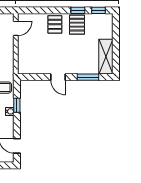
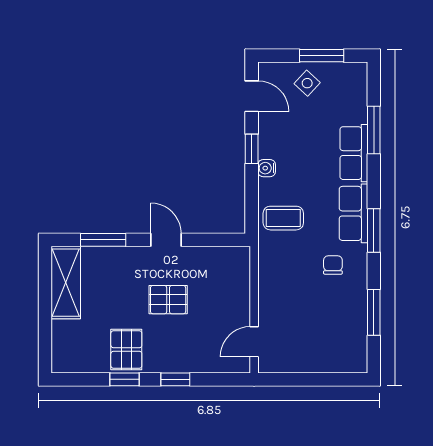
window: (98, 10) -> (175, 379), moved
pallet: (55, 24) -> (168, 300), moved, turned 90
window: (17, 105) -> (252, 149), moved

